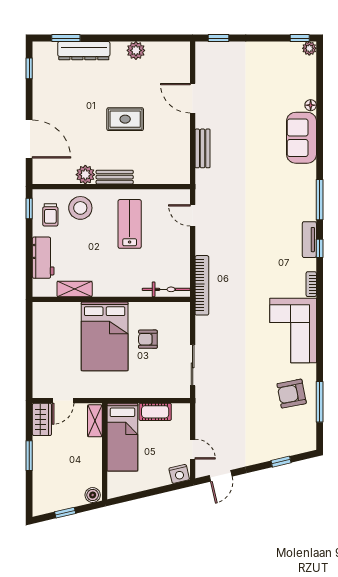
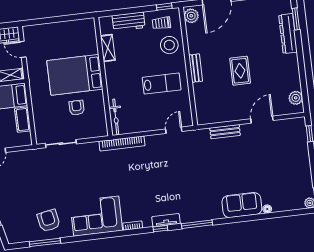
plant: (136, 50) -> (296, 98), moved
plant: (85, 175) -> (191, 16), moved

